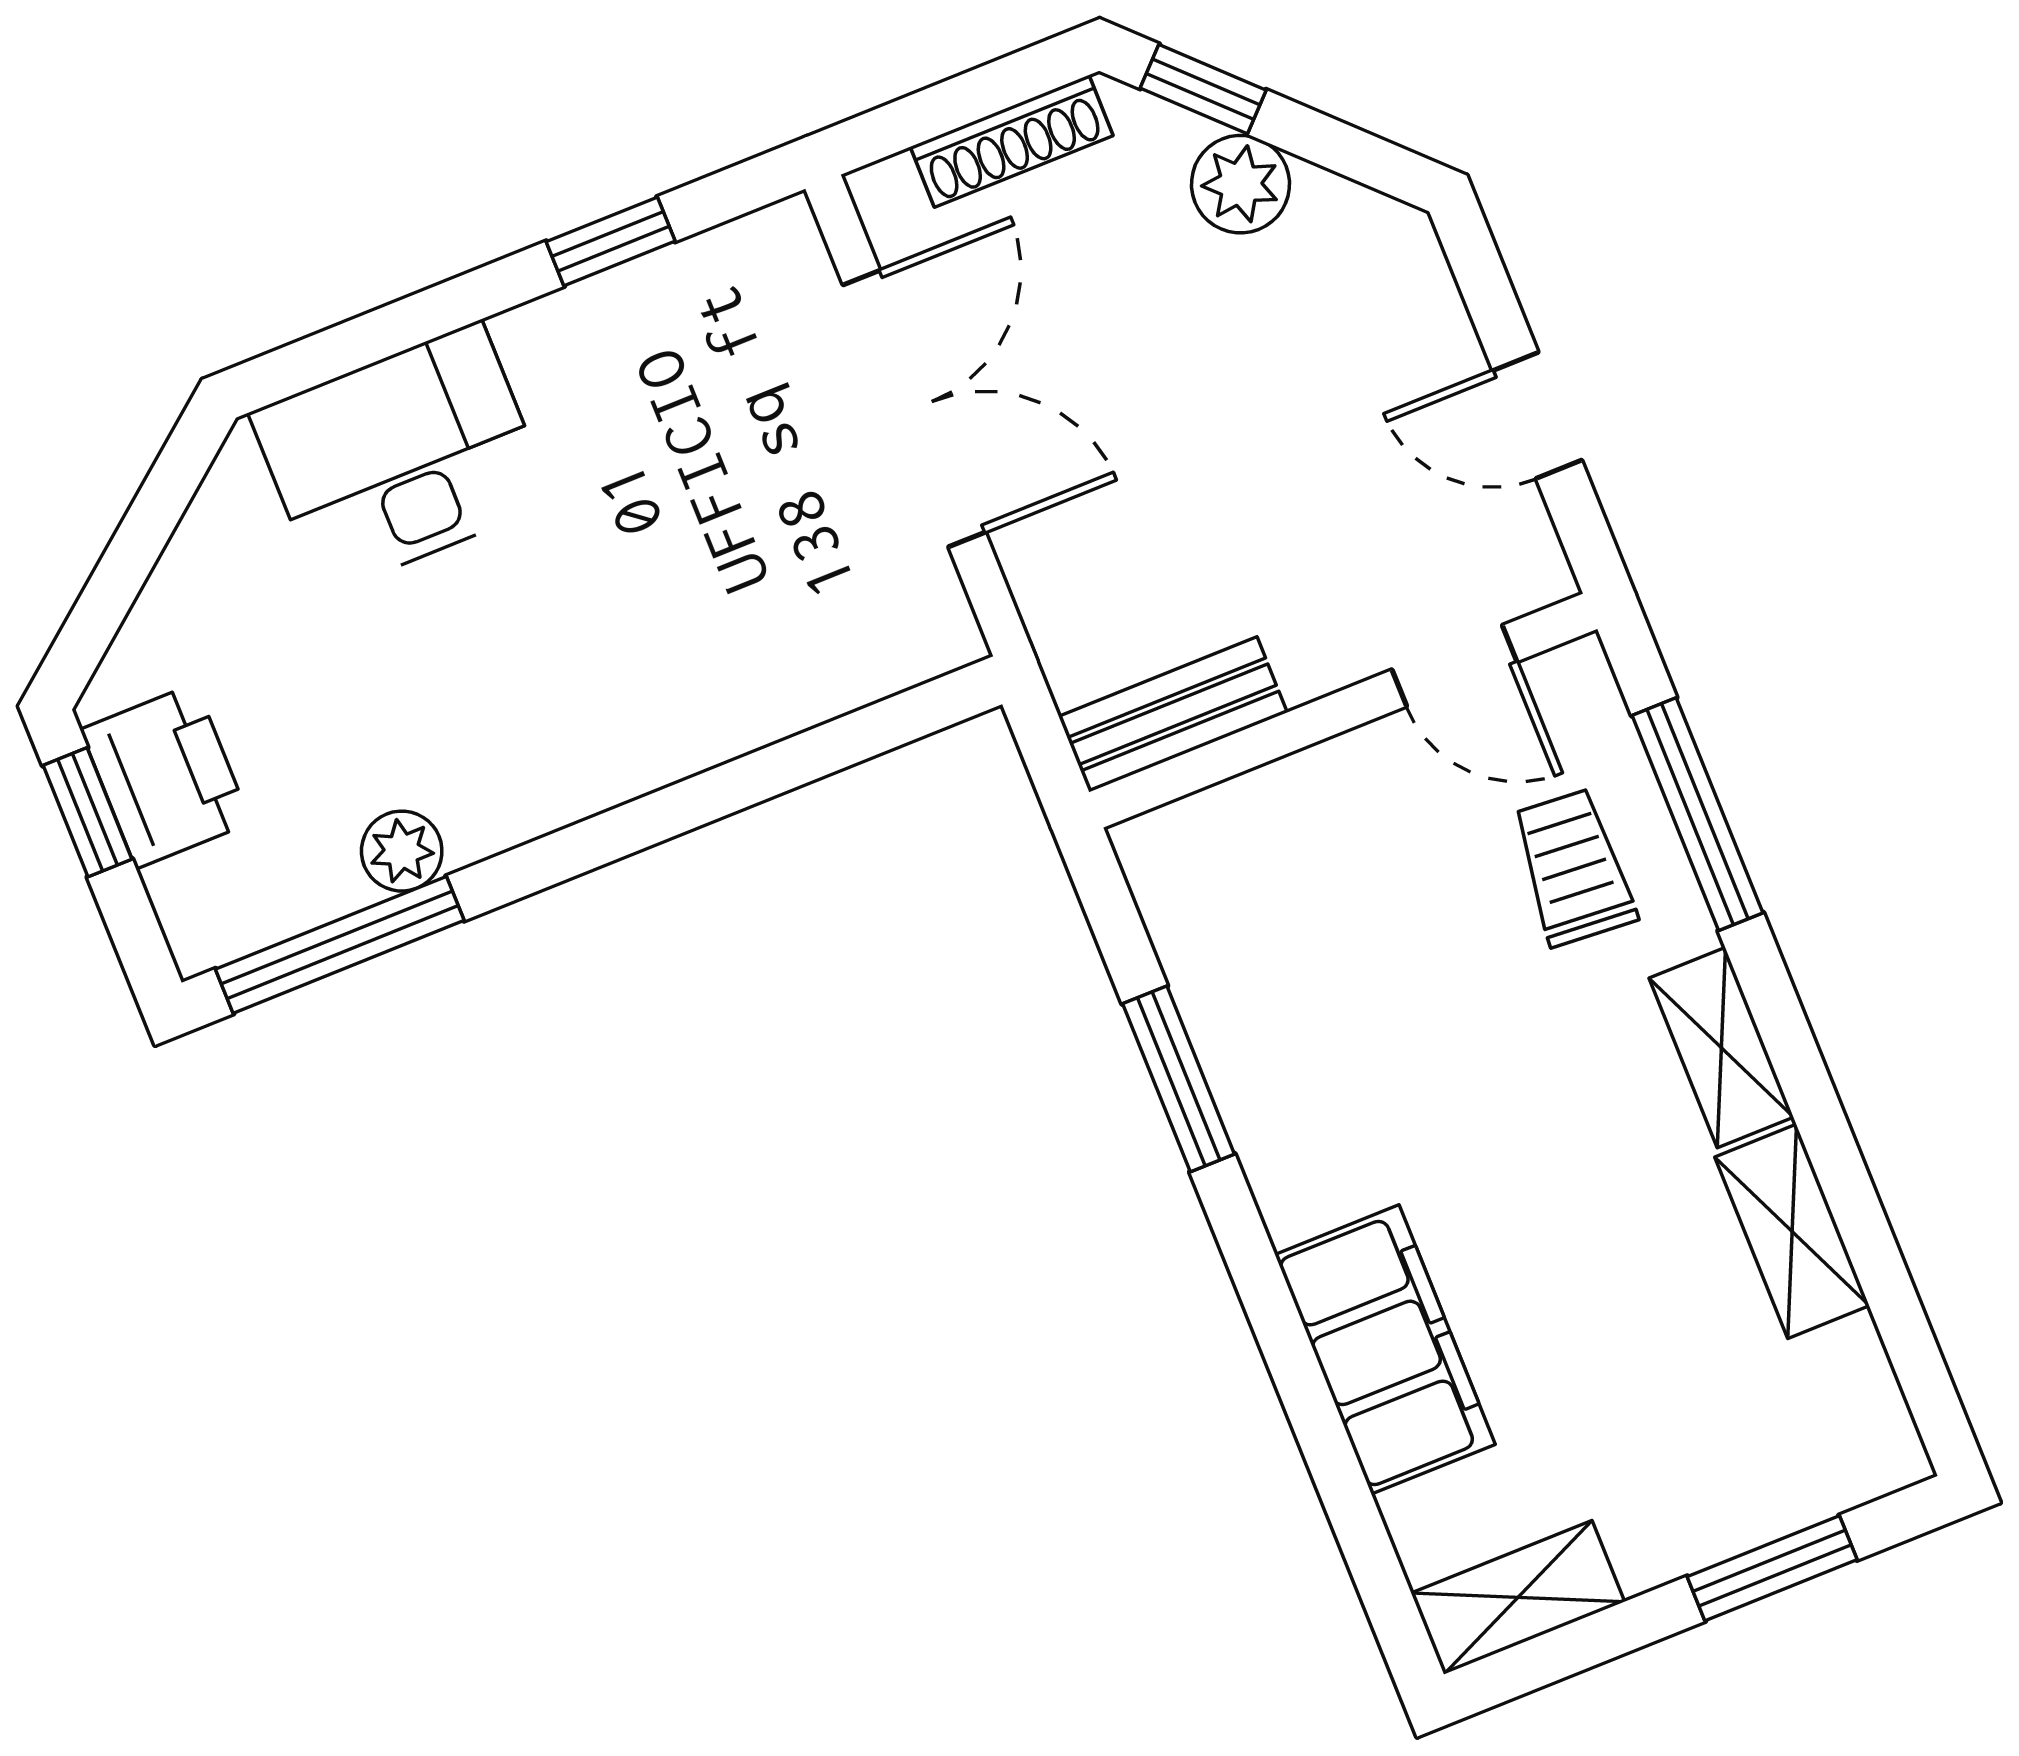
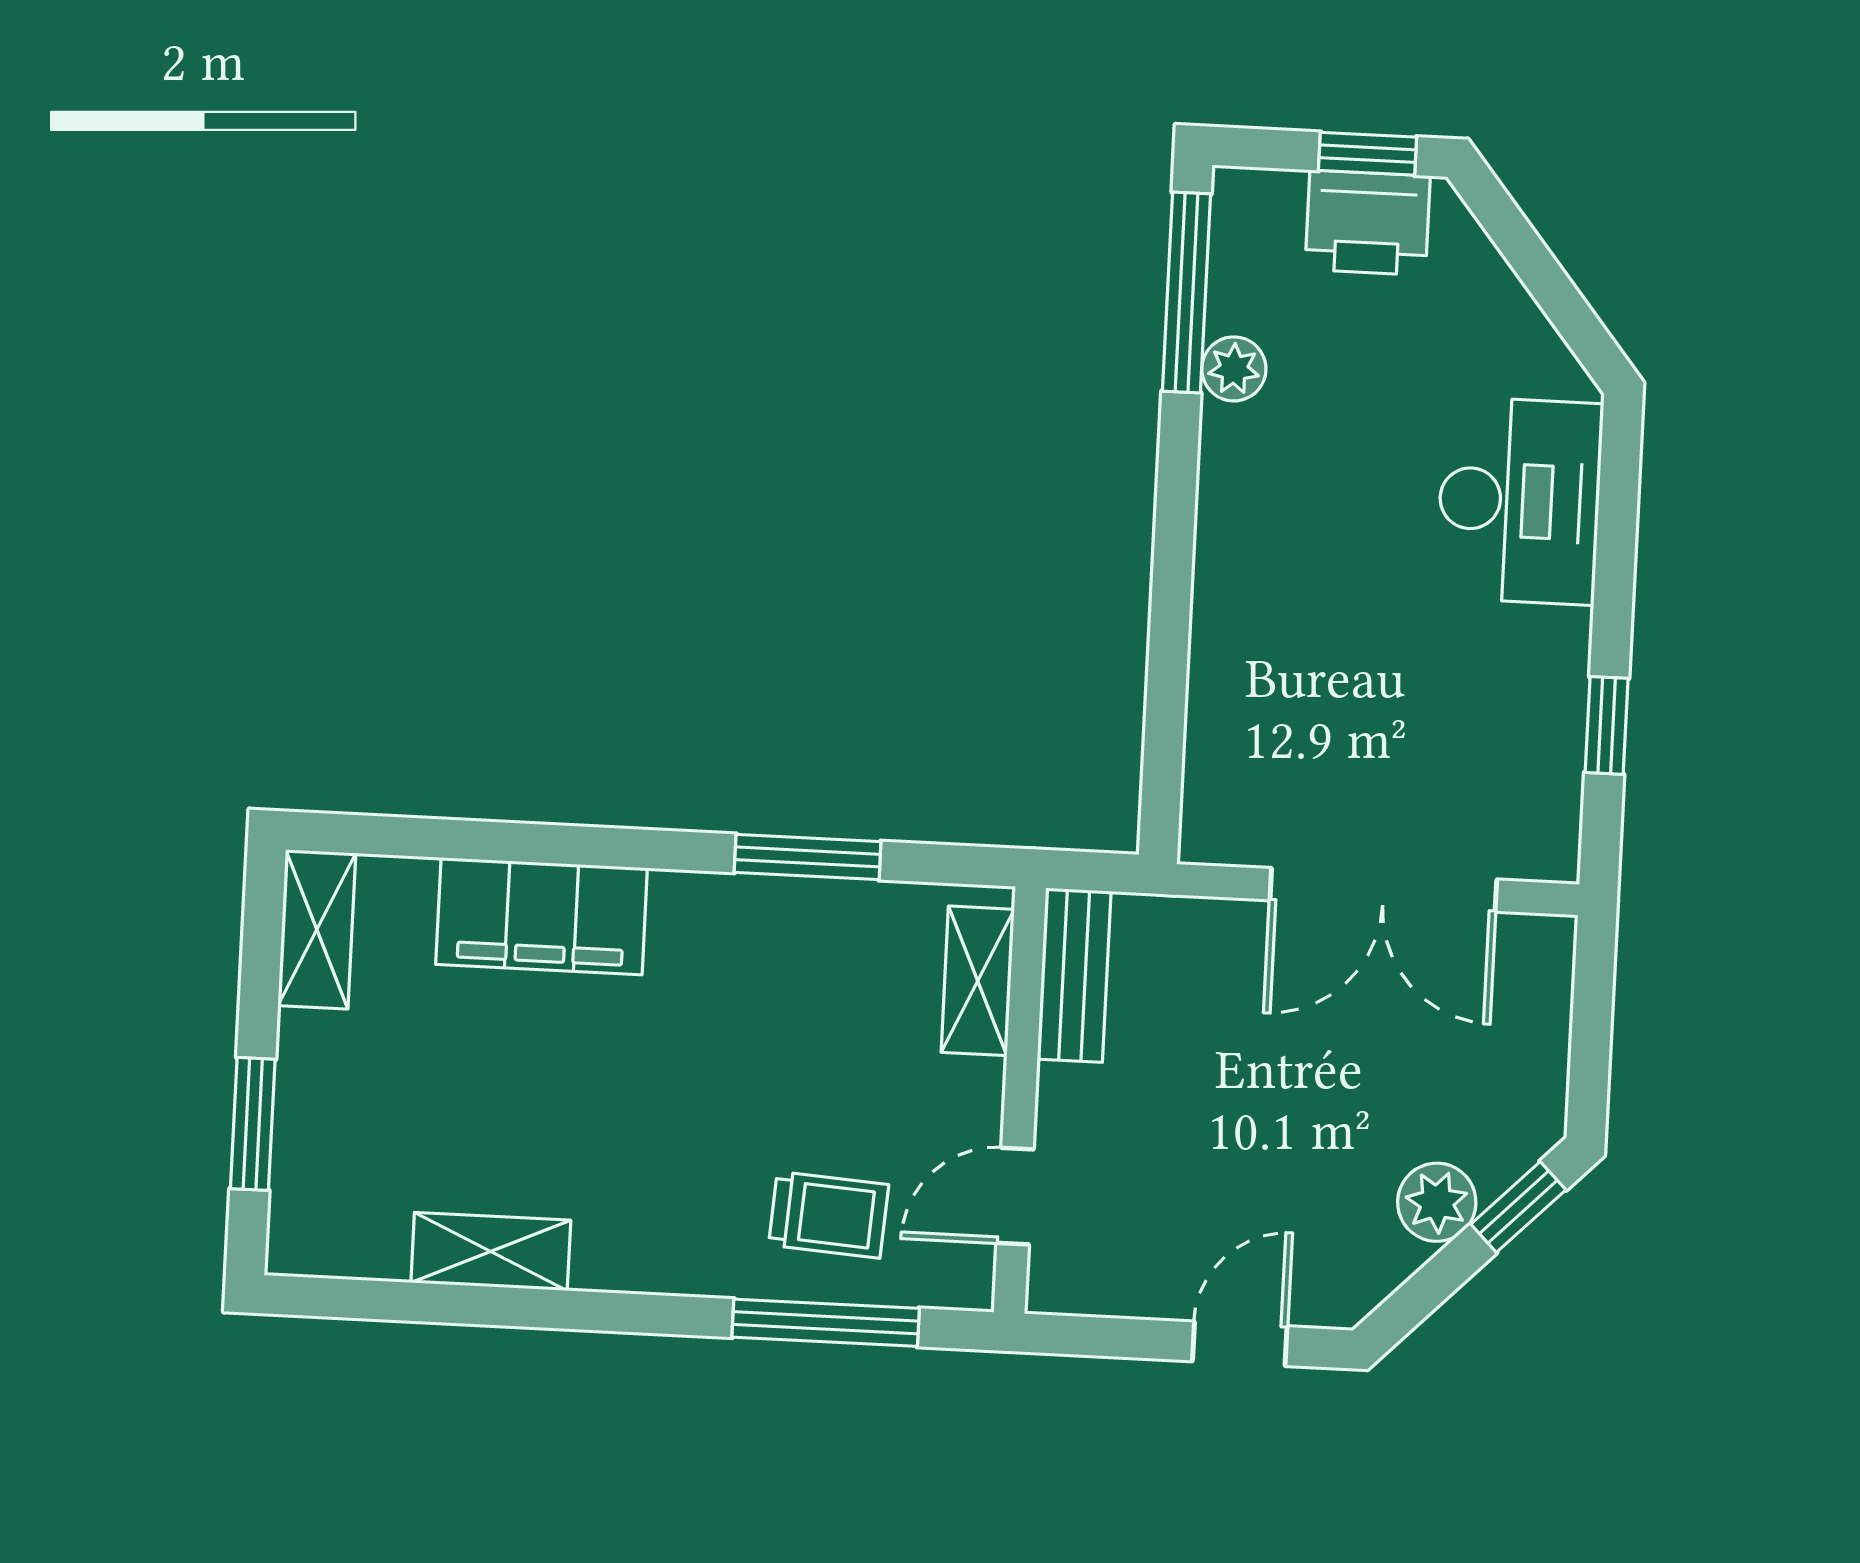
shoe rack: (1012, 141) -> (1545, 1050), removed
door: (1537, 415) -> (1240, 1344), moved
shelving: (1721, 1048) -> (978, 981), moved, turned 90

